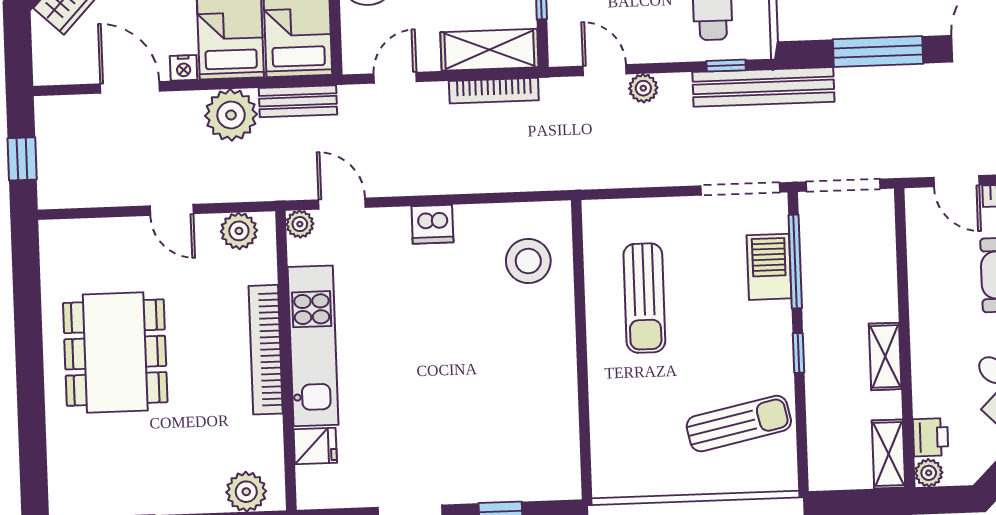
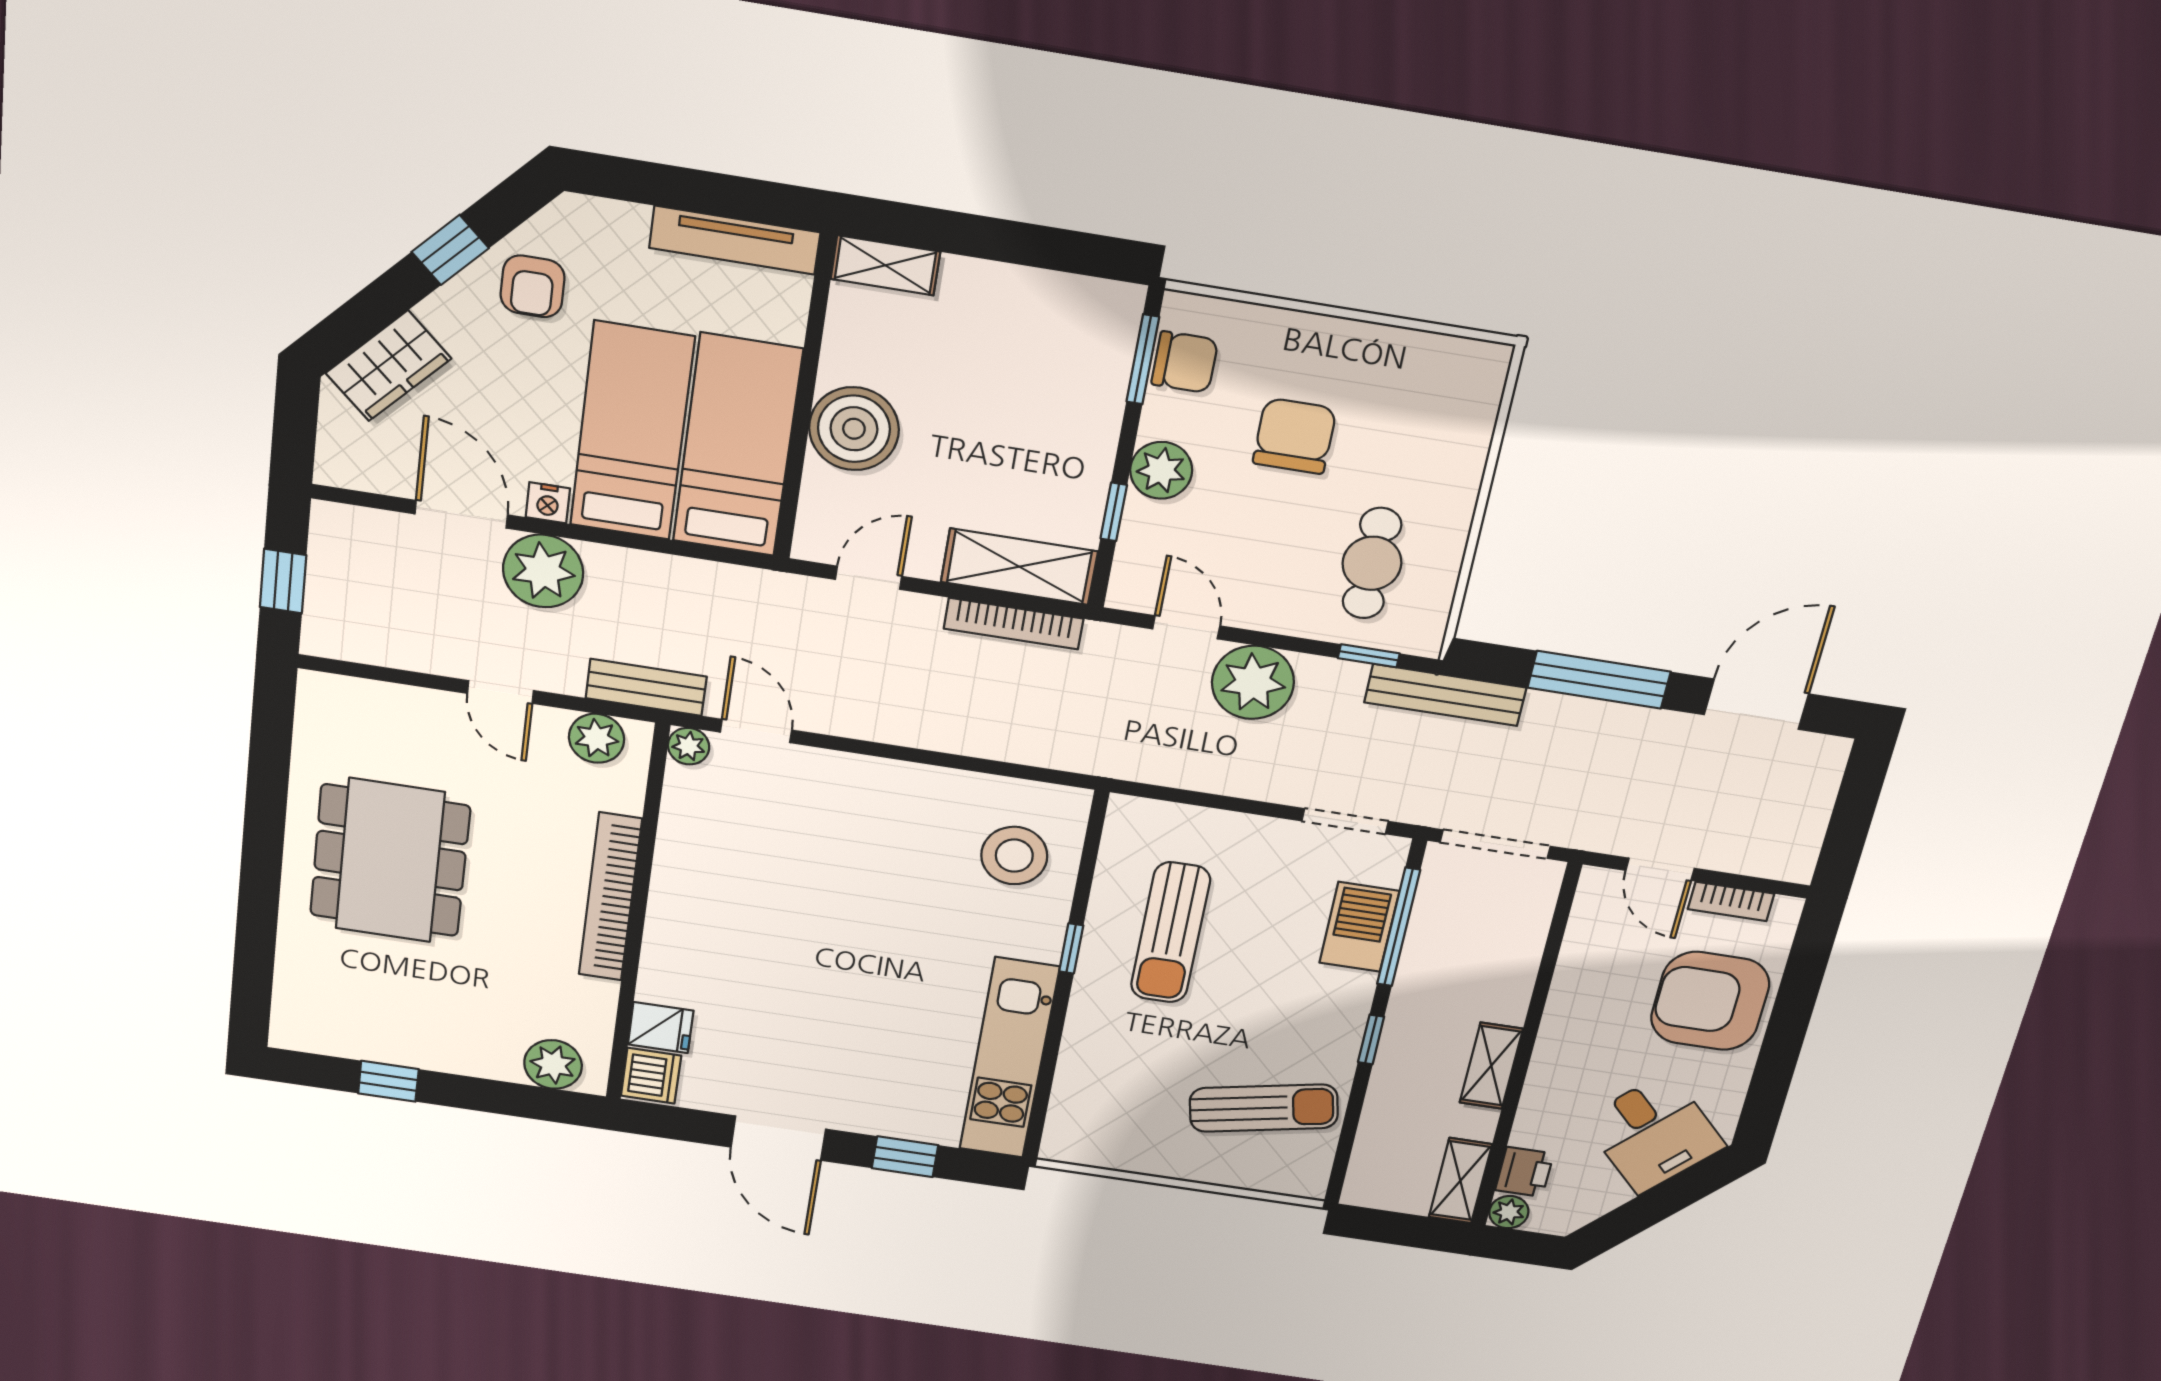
bench: (763, 87) -> (1445, 695), width x0.73, depth x0.82
plant: (643, 88) -> (1253, 682), width x1.88, depth x1.88
bench: (298, 101) -> (646, 687), moved
plant: (231, 115) -> (543, 571), moved
doorway: (740, 189) -> (1345, 821), width x0.73
dishwasher: (432, 224) -> (651, 1076), moved, turned -90
window: (581, 324) -> (1071, 948), added
kitchen unit: (313, 346) -> (1009, 1058), moved, turned 180

